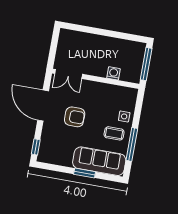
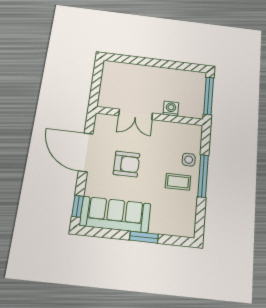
double door: (69, 74) -> (136, 114), moved
window: (132, 144) -> (203, 176), moved
sofa: (99, 161) -> (115, 215), moved

